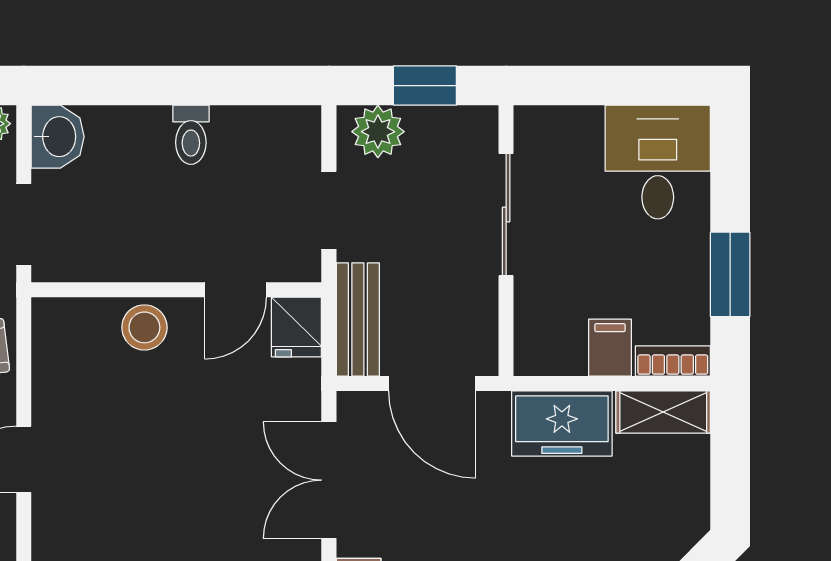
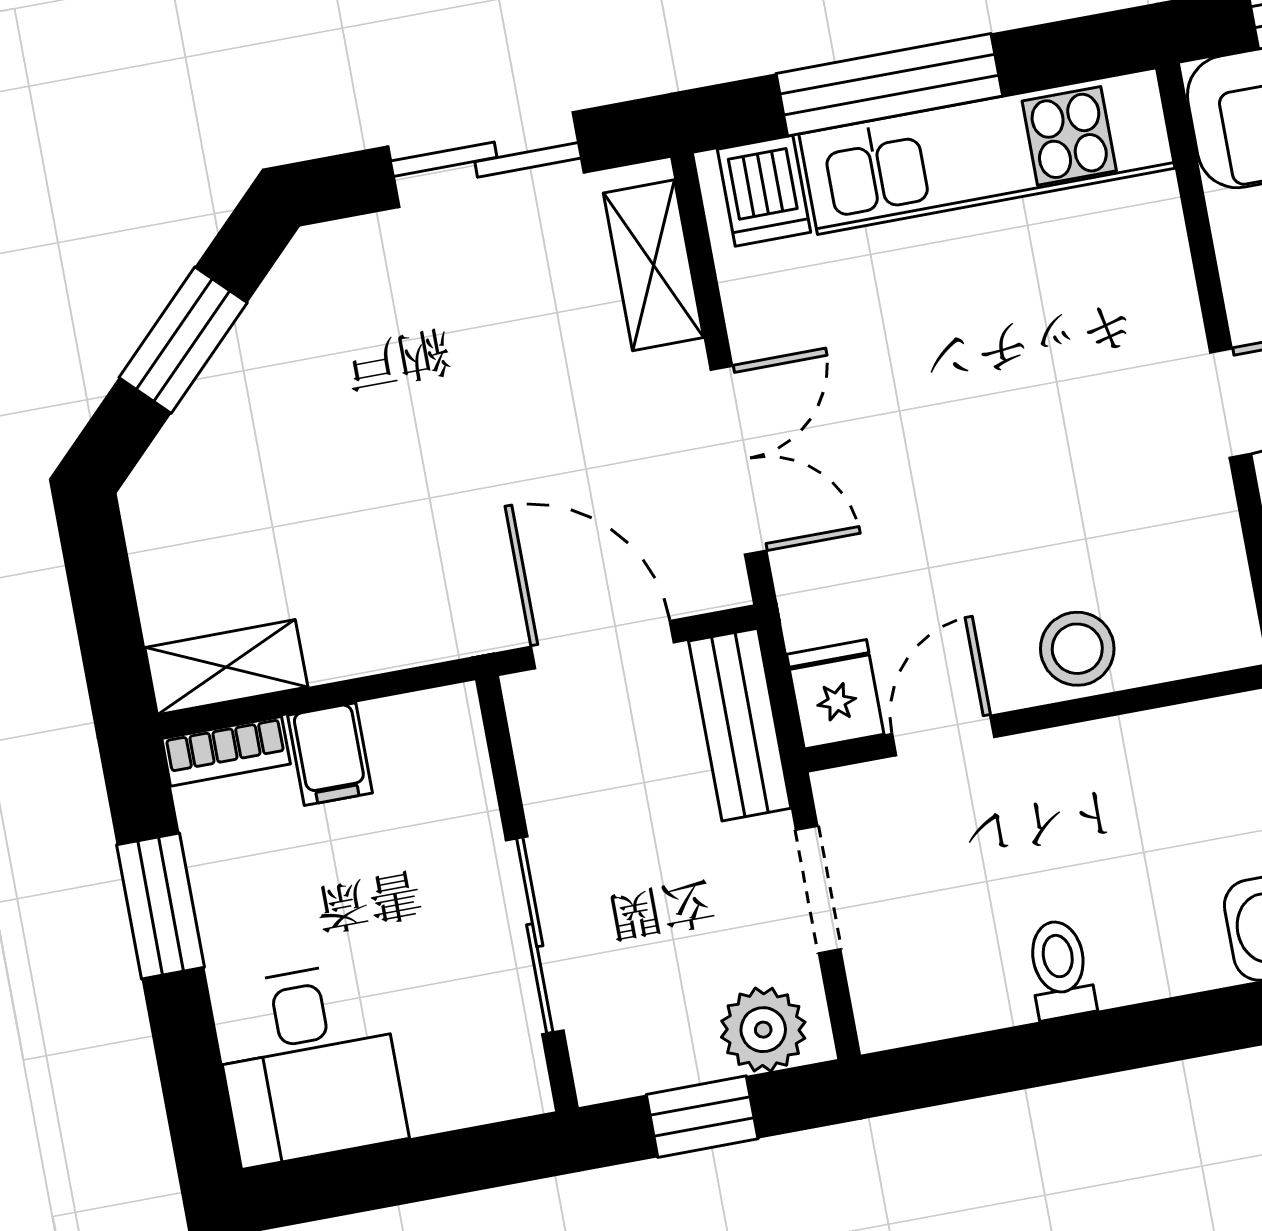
freezer: (562, 423) -> (384, 619), removed

